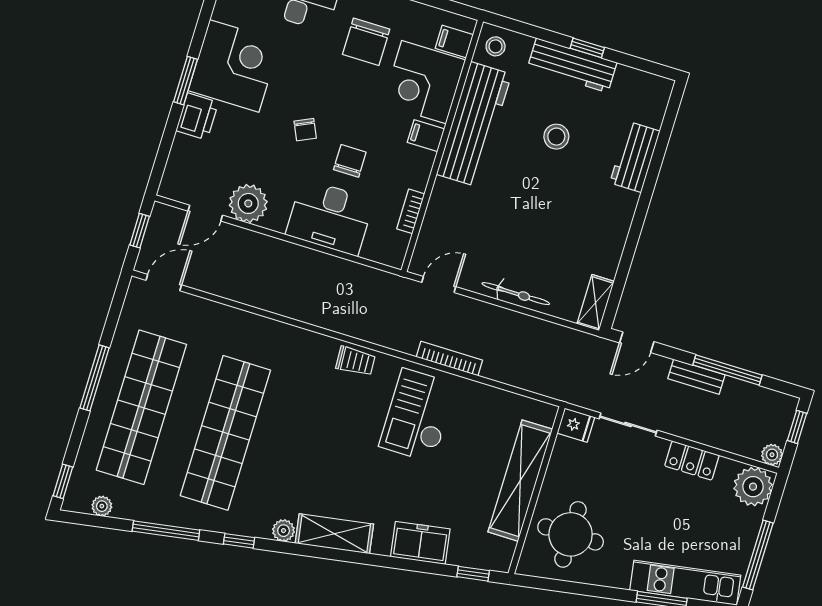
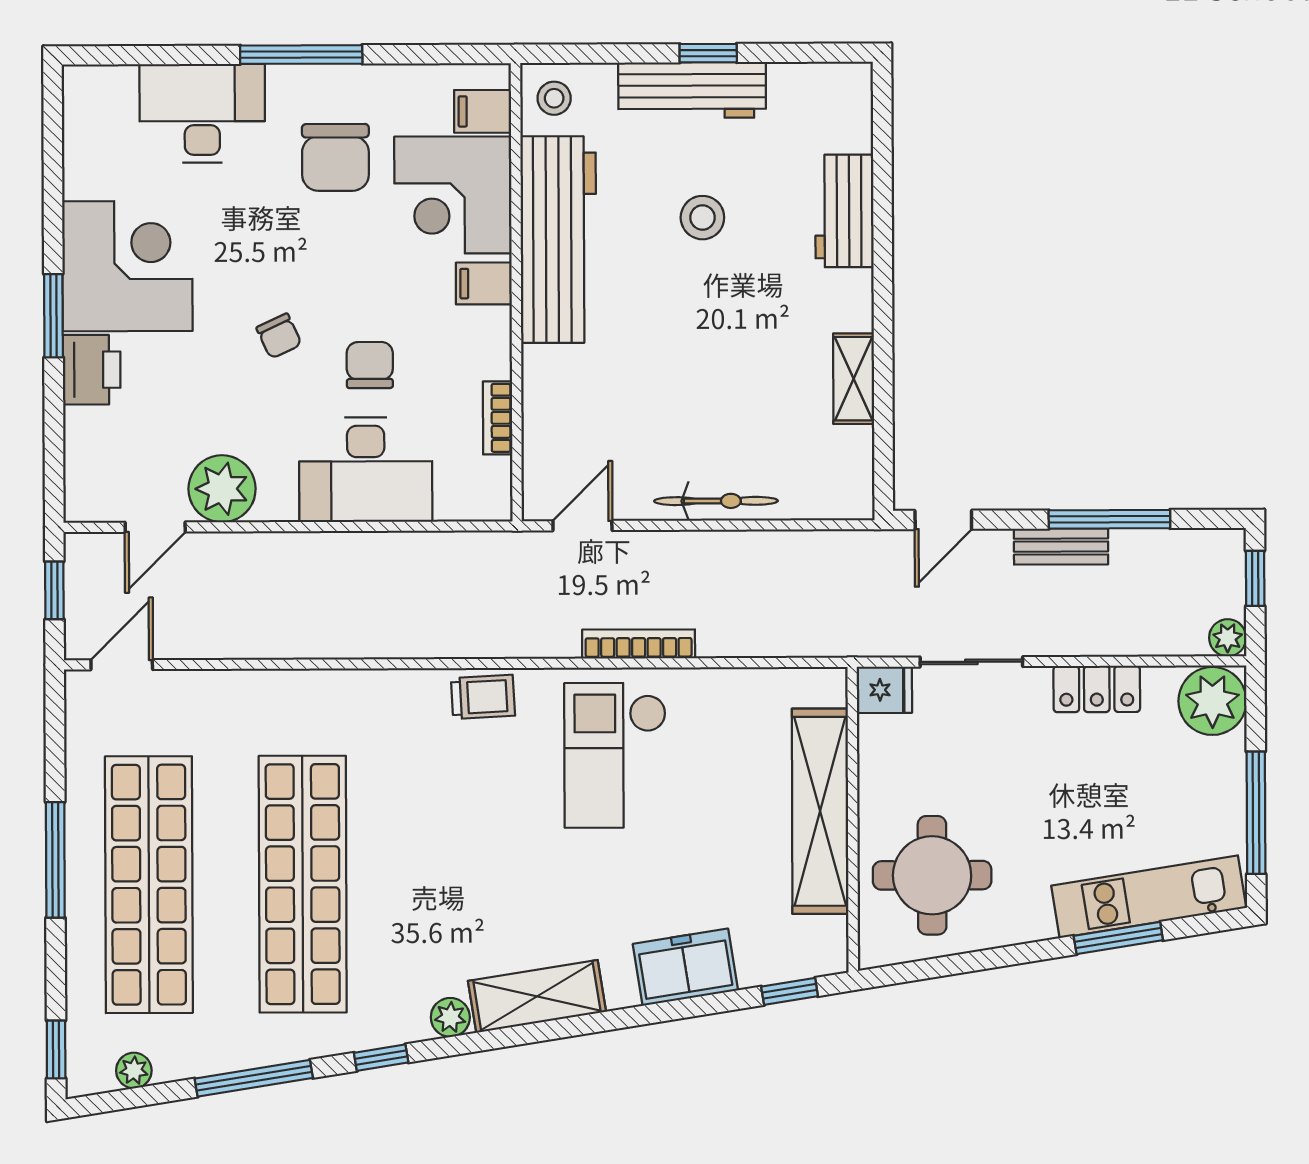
shelving: (596, 303) -> (854, 379), moved

